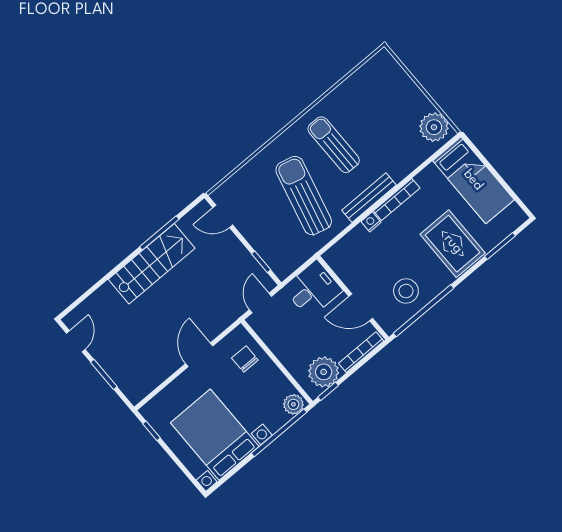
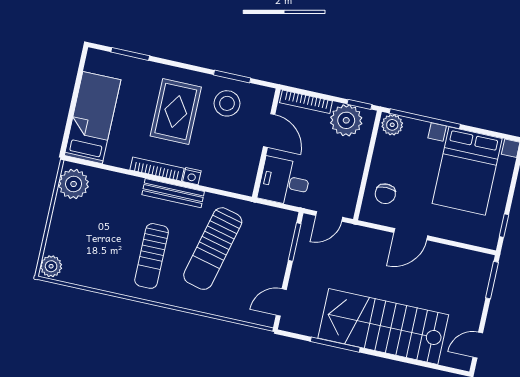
plant: (384, 62) -> (51, 266), added
door: (223, 216) -> (281, 302), swing flipped
rug: (453, 244) -> (176, 111), moved
window: (261, 262) -> (295, 242), width x1.50
stairs: (152, 264) -> (383, 326), width x1.36, depth x1.51
window: (424, 311) -> (232, 76), width x0.47
window: (104, 374) -> (492, 280), moved

